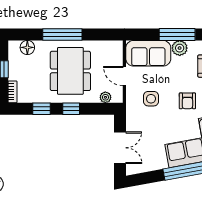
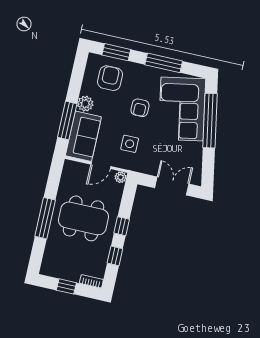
window: (177, 35) -> (67, 121), moved
floor lamp: (27, 47) -> (50, 256), removed
plant: (105, 97) -> (121, 177), moved
armchair: (187, 101) -> (140, 108), turned 90

